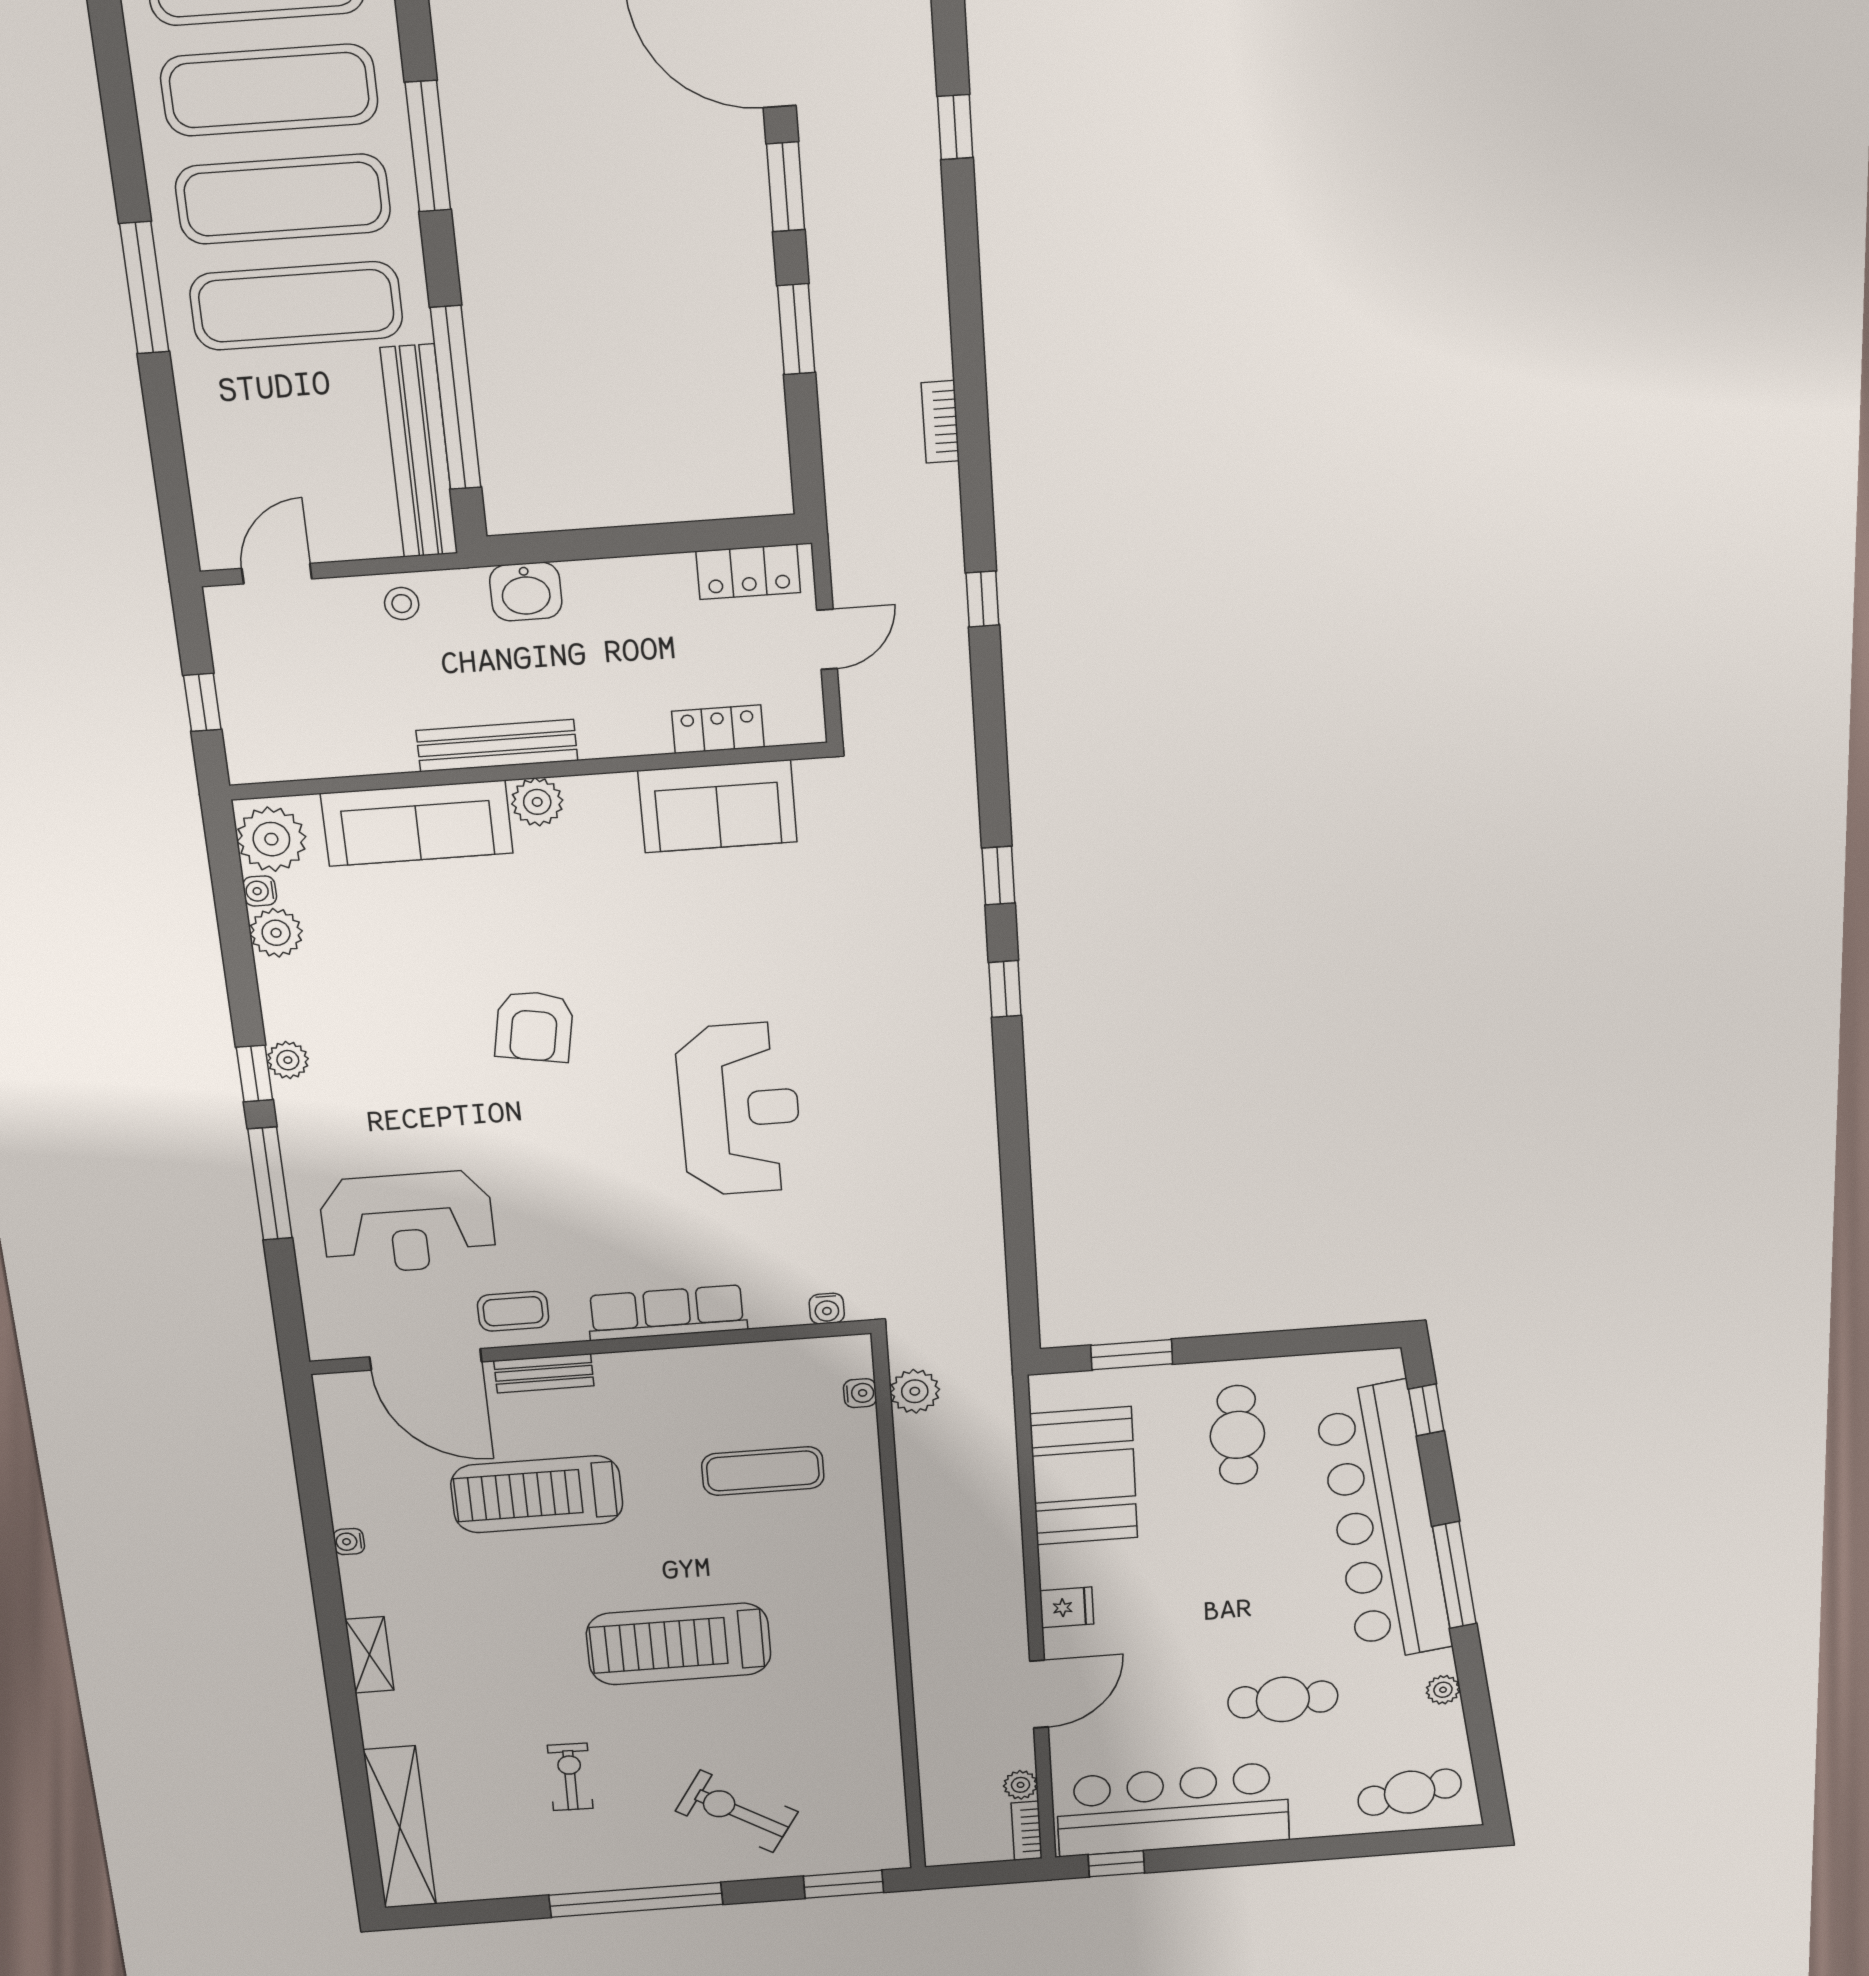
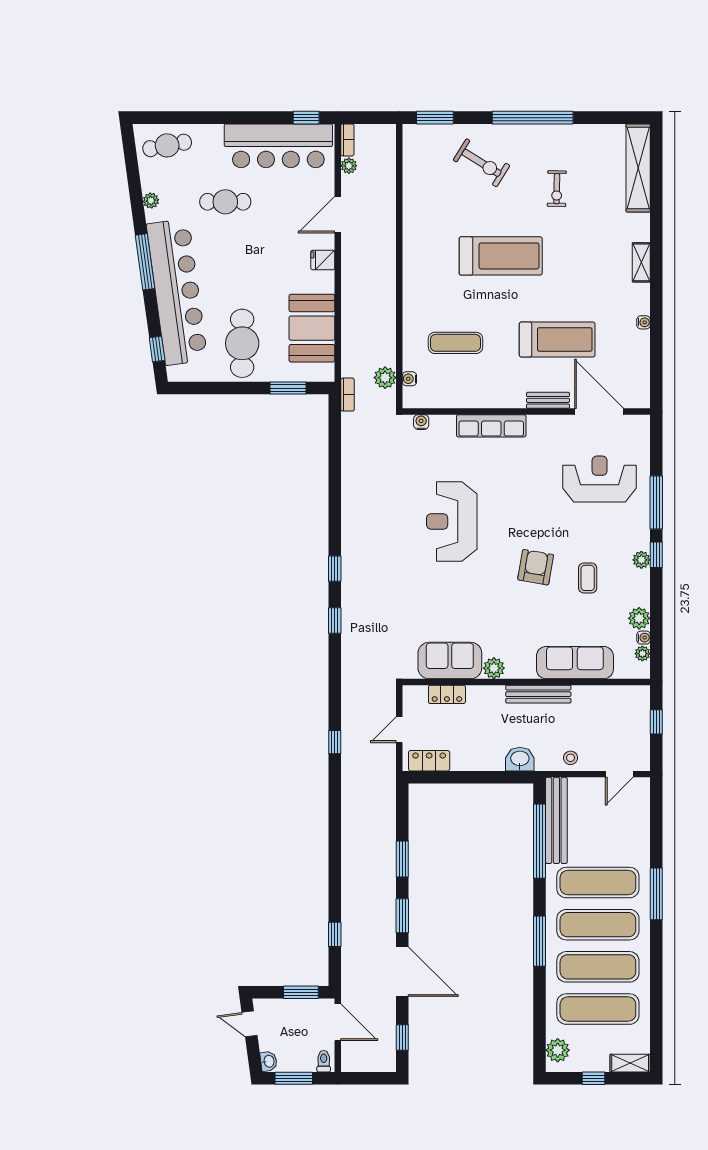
bookcase: (940, 422) -> (347, 395), moved
plant: (537, 802) -> (494, 668), moved
plant: (271, 839) -> (642, 654), width x0.53, depth x0.53
coffee table: (513, 1311) -> (588, 578), moved, turned 90
cafe table: (1237, 1435) -> (242, 343), width x1.37, depth x1.35

